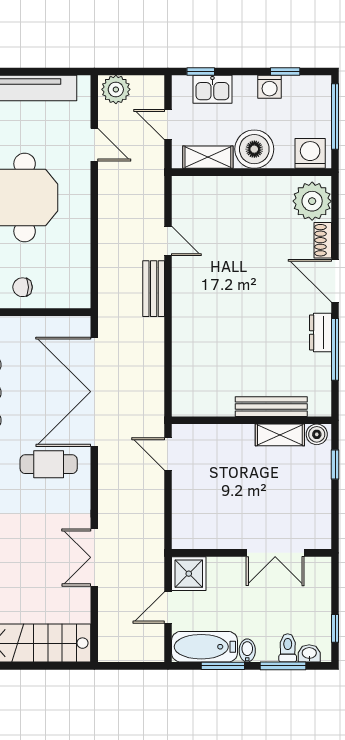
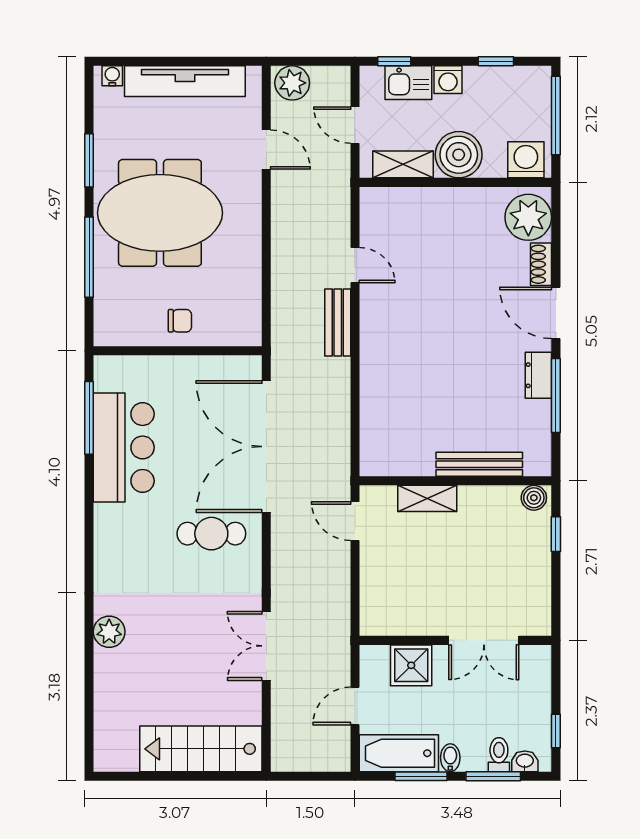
washing machine: (270, 87) -> (448, 80), moved
chair: (23, 287) -> (180, 321), turned 180
shelving: (280, 435) -> (427, 498), moved
shower: (189, 574) -> (411, 665), moved

